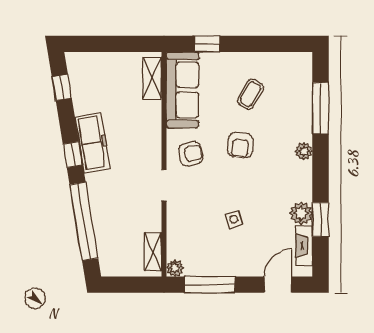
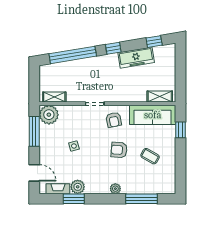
freezer: (92, 143) -> (136, 58), moved
plant: (175, 268) -> (49, 115), width x1.87, depth x1.87

